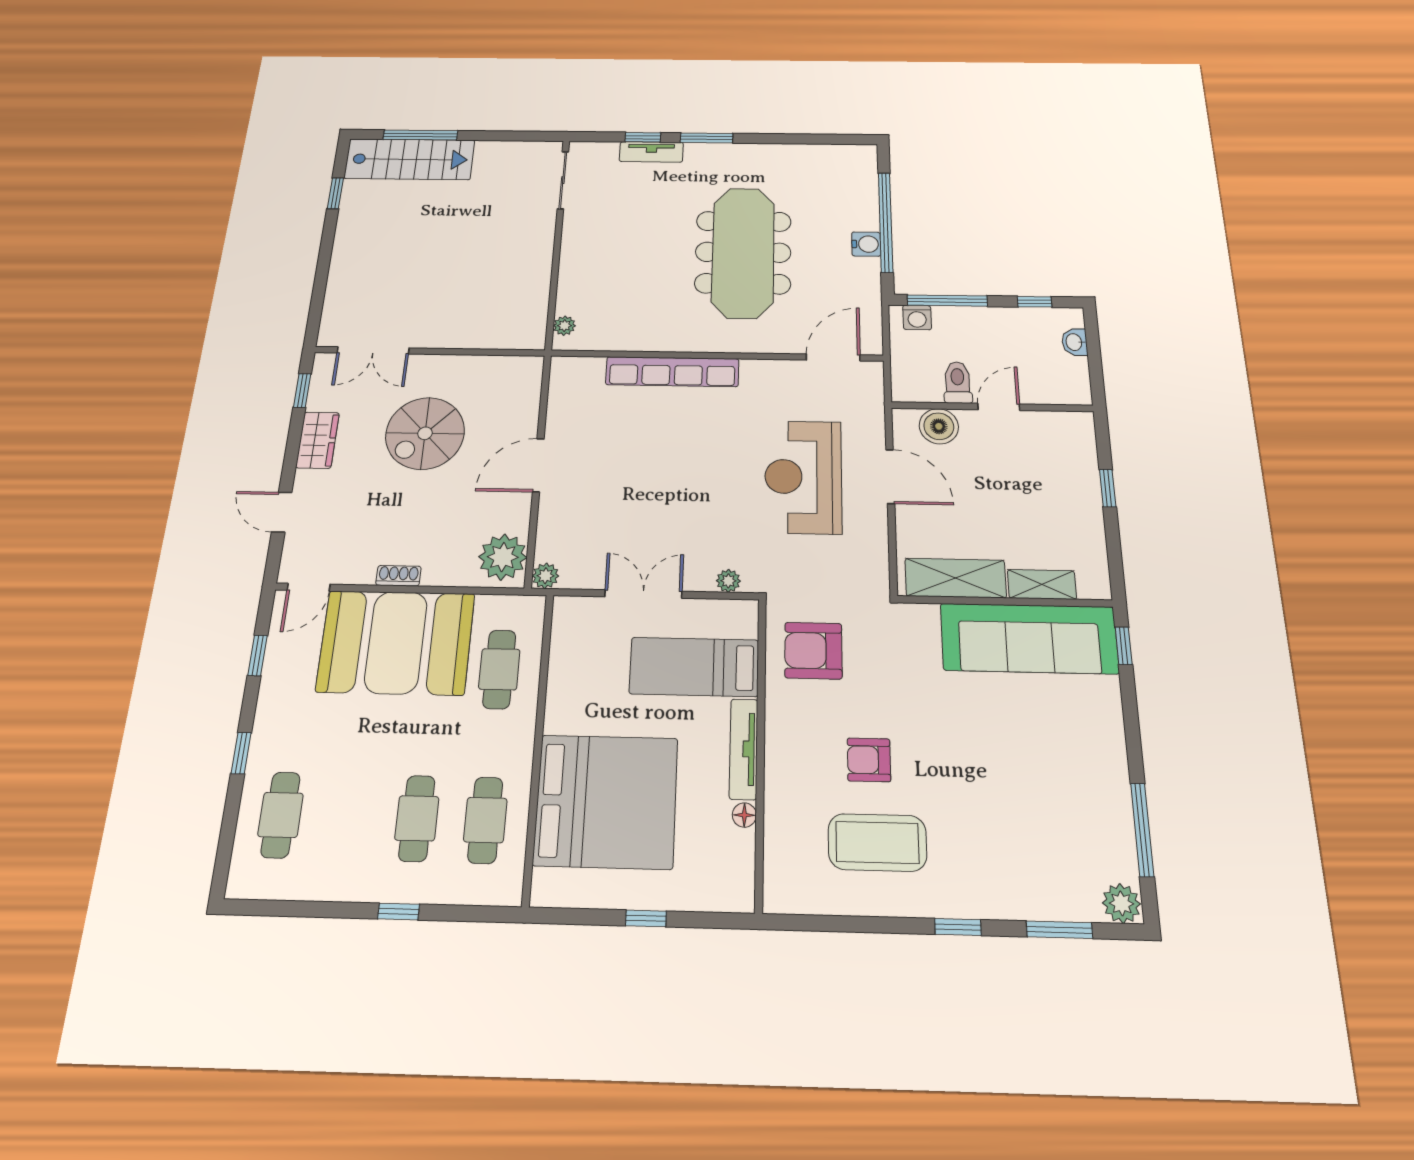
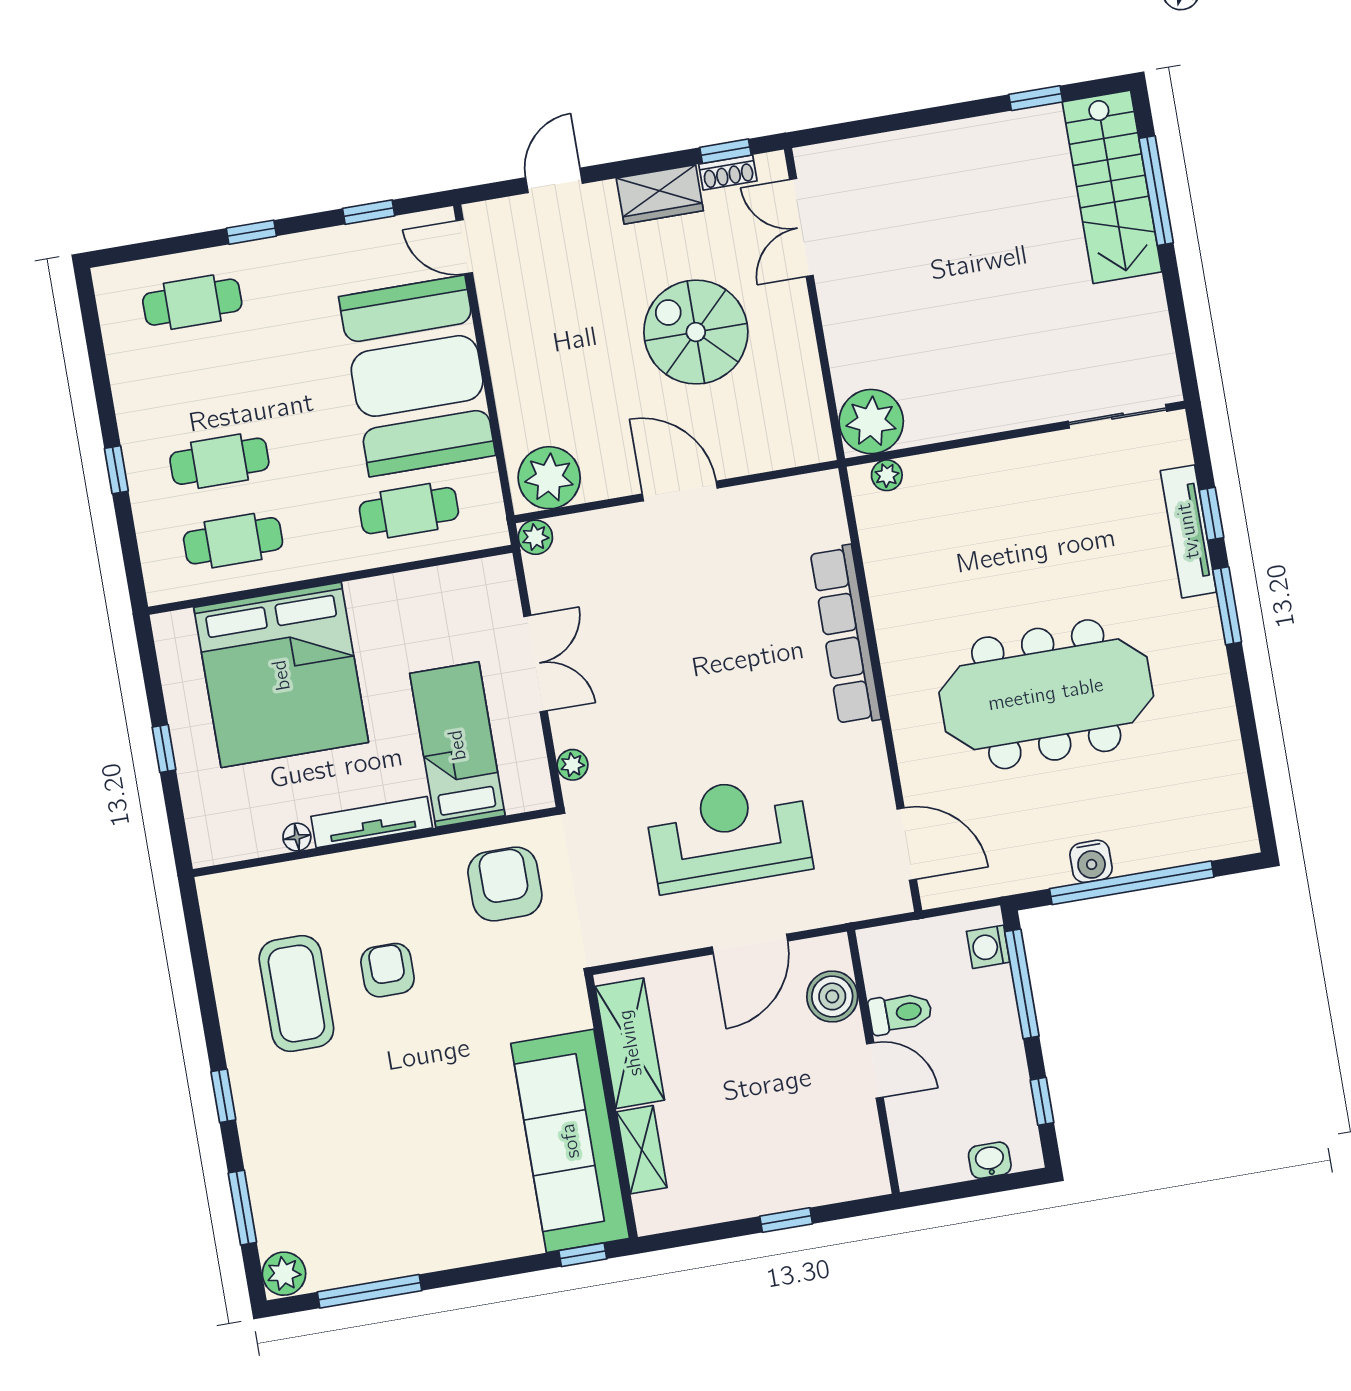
tv unit: (651, 152) -> (1188, 531), width x1.41
plant: (524, 329) -> (871, 422), added
shoe rack: (398, 576) -> (728, 172), moved, turned 90

